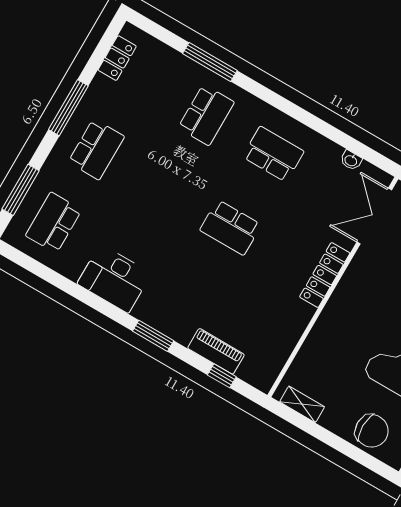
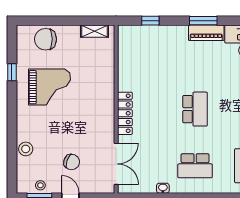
washbasin: (351, 160) -> (163, 188), moved
school desk: (231, 227) -> (195, 109), turned 90
piano: (216, 351) -> (206, 33), moved

